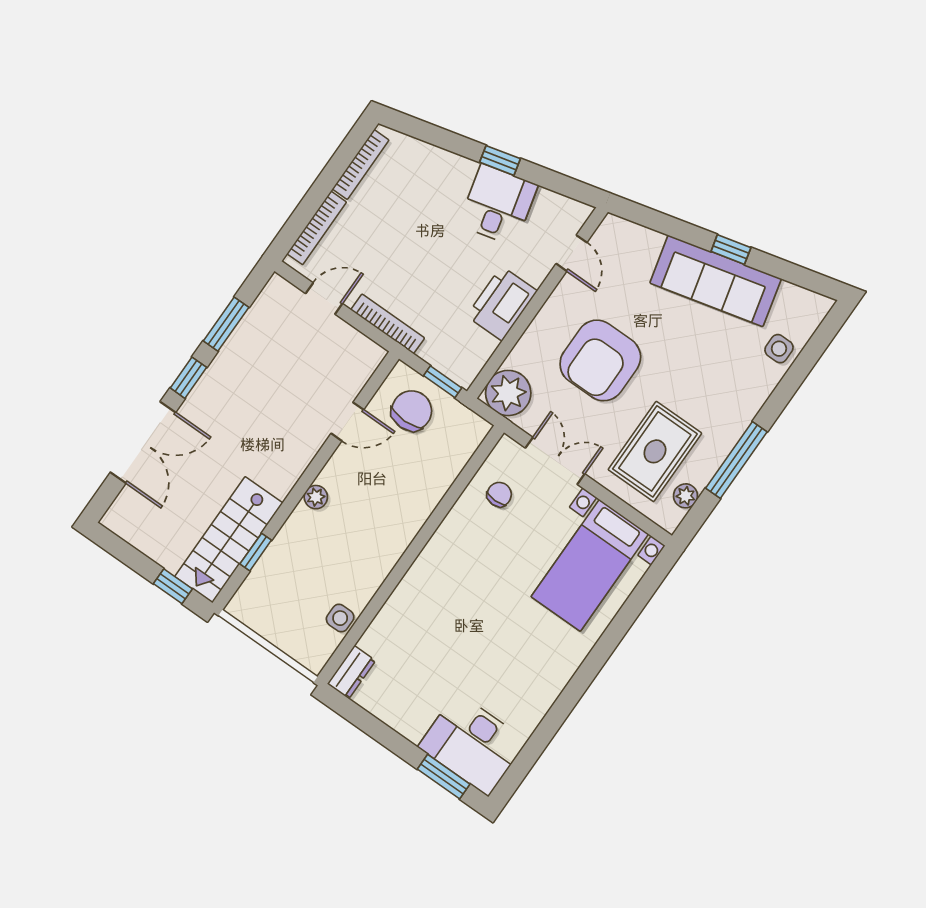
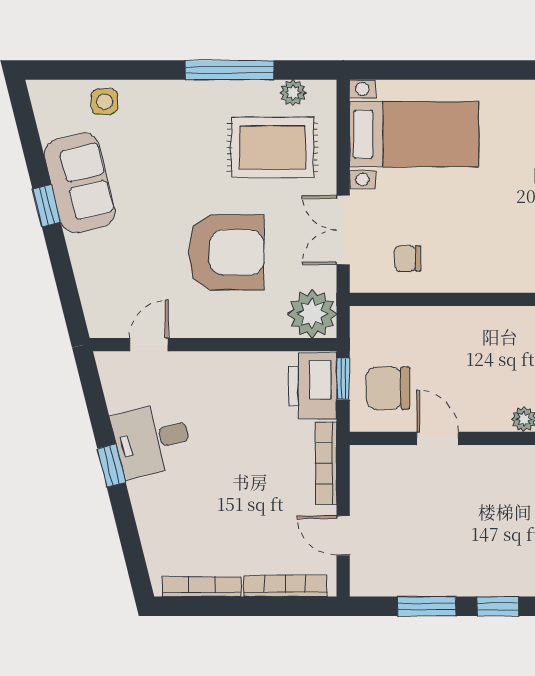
sofa: (716, 281) -> (80, 183), width x0.73
printer: (502, 303) -> (313, 386), moved, turned 90

